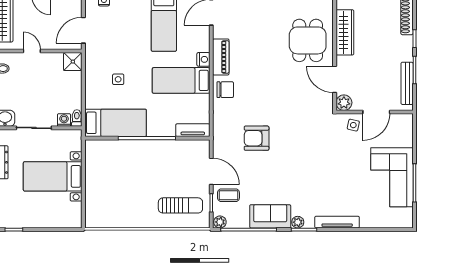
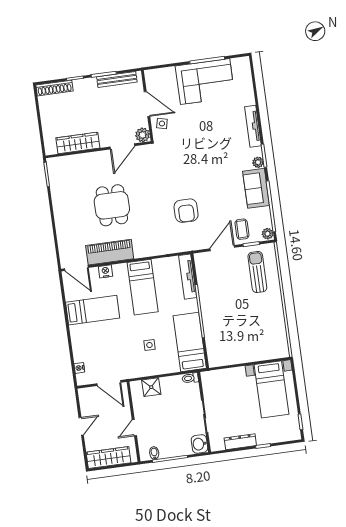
dining table: (308, 40) -> (112, 205), moved, turned 90
piano: (221, 57) -> (110, 252), width x1.37, depth x1.33
nightstand: (203, 59) -> (106, 271), moved
shower: (73, 62) -> (151, 387), moved
chair: (225, 90) -> (145, 245), removed
washing machine: (64, 120) -> (194, 390), removed
tv unit: (193, 130) -> (188, 277), width x1.41
bed with nightstands: (53, 176) -> (272, 389), moved

